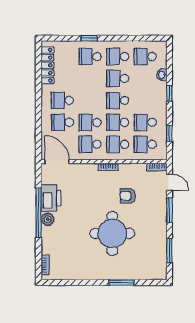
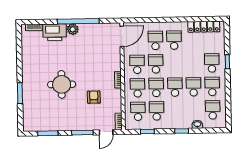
printer: (51, 198) -> (55, 32), moved
round table: (112, 233) -> (62, 84), width x0.73, depth x0.73

